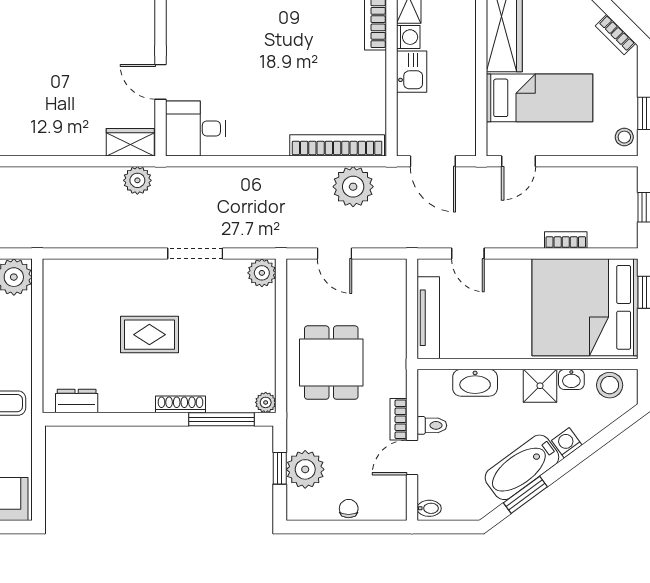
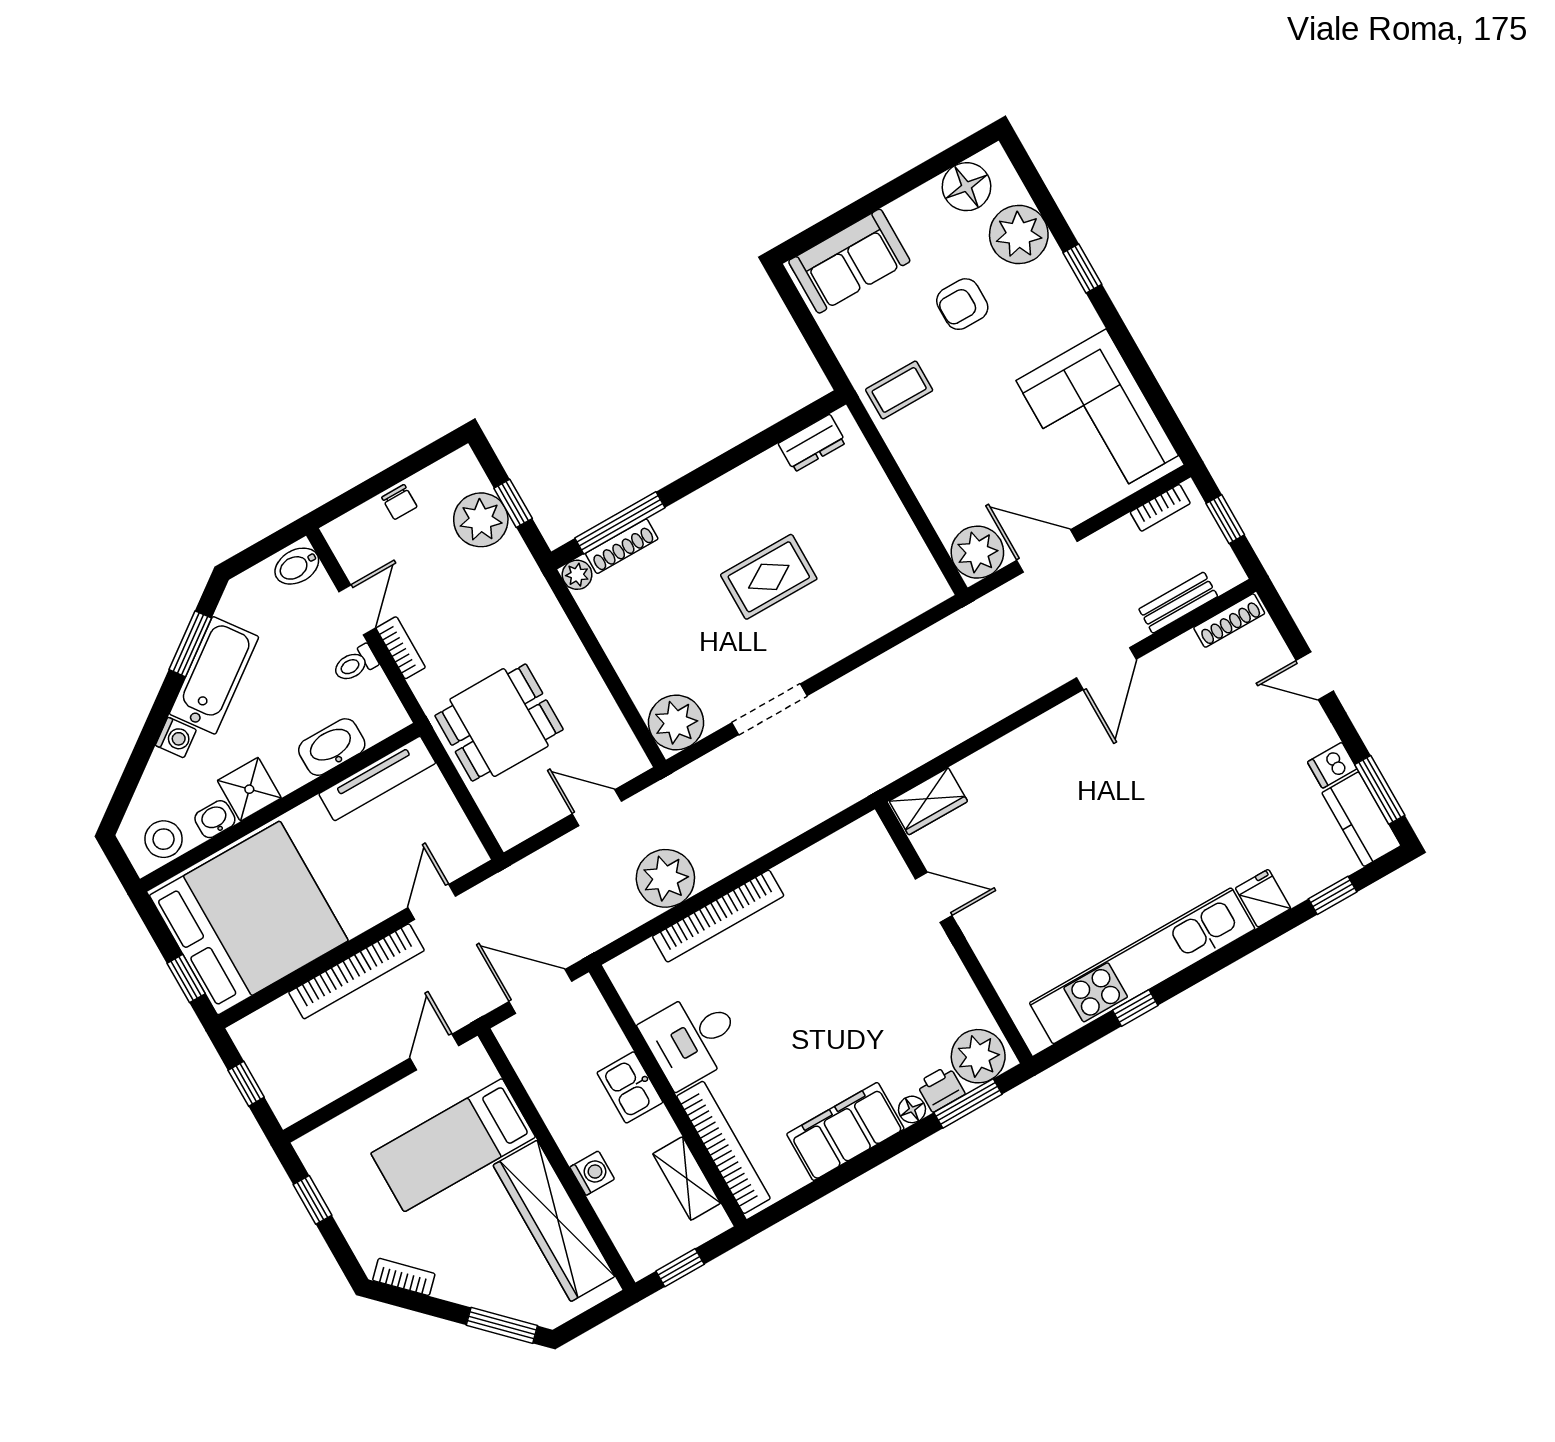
washing machine: (408, 37) -> (592, 1173), moved, turned 180
desk: (195, 129) -> (692, 1038), moved, turned 180
stool: (624, 137) -> (321, 1156), removed
bookcase: (337, 145) -> (718, 916), moved
plant: (137, 180) -> (893, 759), removed
plant: (353, 187) -> (665, 878), moved
bookcase: (566, 240) -> (356, 971), width x2.31, depth x1.31
door: (468, 254) -> (432, 902), hinge flipped
plant: (262, 273) -> (676, 722), width x1.36, depth x1.36
tv unit: (428, 318) -> (377, 778), moved, turned -90
dining table: (331, 363) -> (499, 723), moved, turned 90
shoe rack: (180, 404) -> (622, 546), moved
bidet: (429, 508) -> (297, 566), width x1.38, depth x1.36

